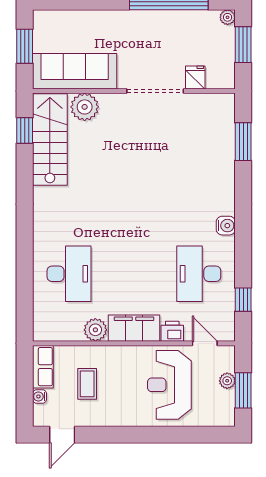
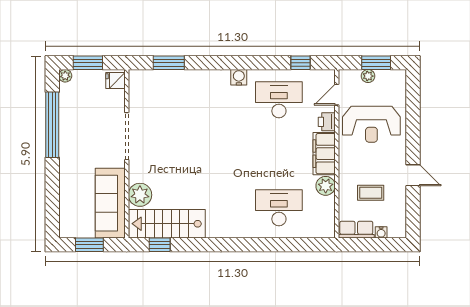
fridge: (195, 77) -> (115, 81), moved
desk: (199, 274) -> (279, 100), turned 180
door: (62, 435) -> (413, 175), moved

